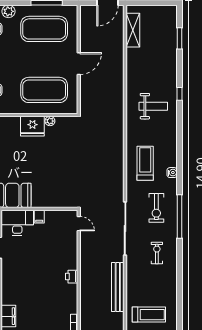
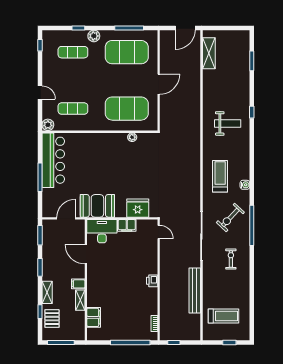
fridge: (32, 126) -> (138, 208), moved, turned 180
exercise bike: (156, 208) -> (230, 217), turned 43
filing cabinet: (39, 217) -> (127, 225), width x2.00

